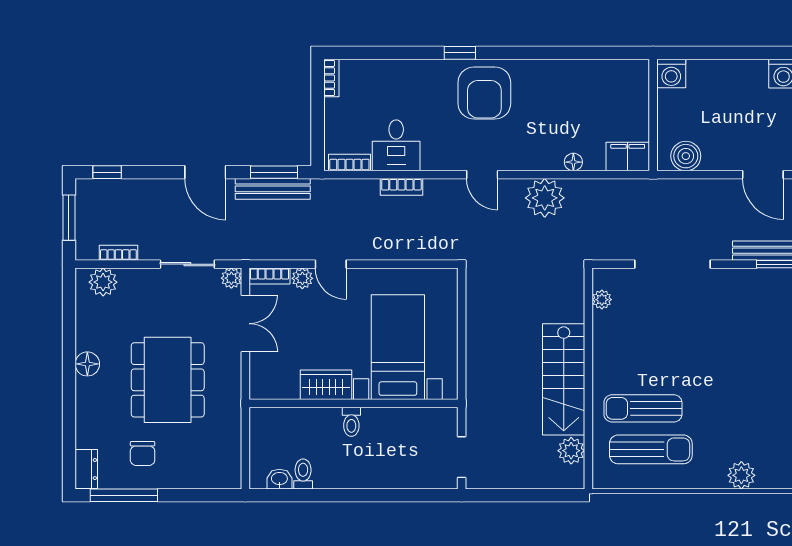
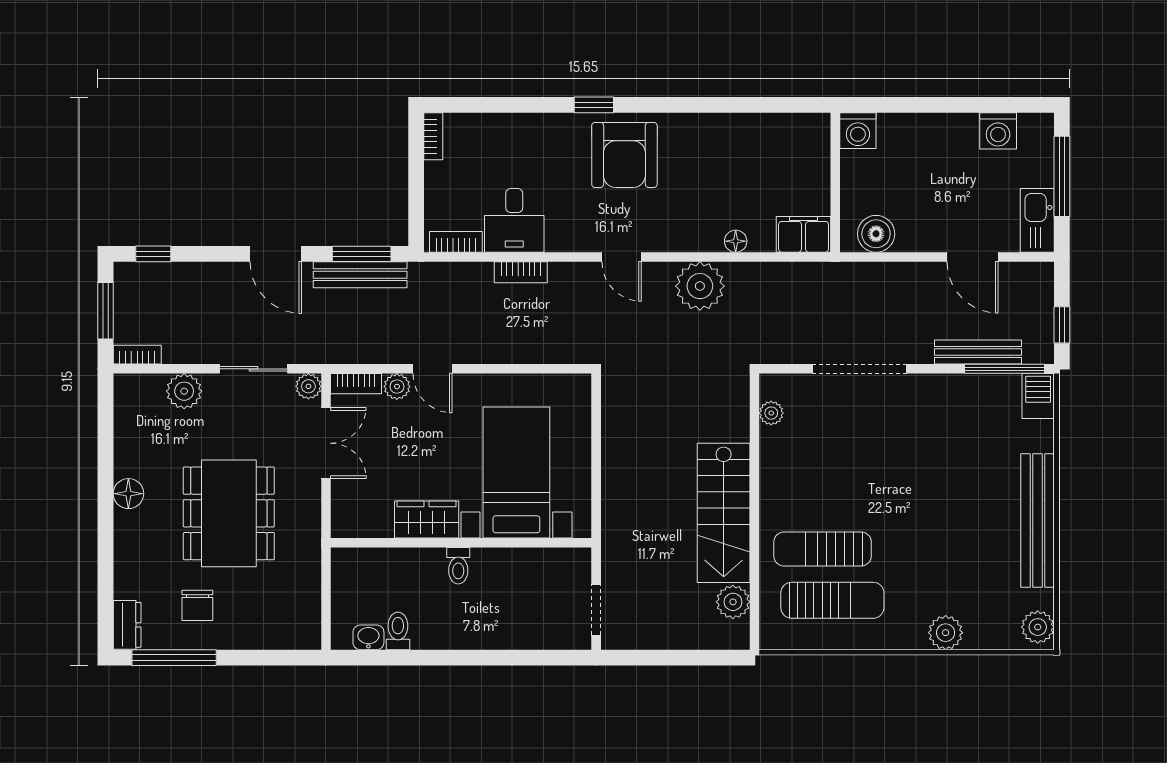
bookcase: (118, 253) -> (137, 355), moved
plant: (103, 282) -> (184, 391), moved

